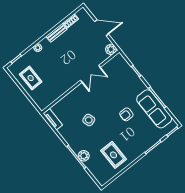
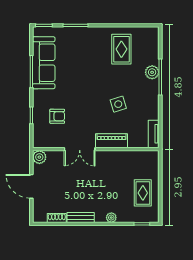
double door: (90, 74) -> (80, 149), swing flipped
piano: (75, 94) -> (111, 141), added
armchair: (126, 114) -> (57, 116), moved

